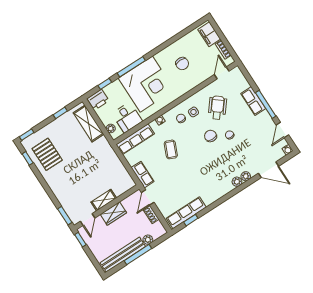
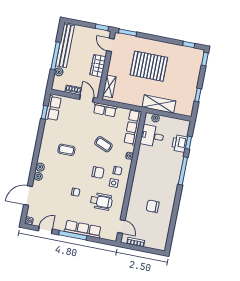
filing cabinet: (209, 34) -> (155, 243), removed
corner desk: (146, 84) -> (162, 170), removed
printer: (98, 100) -> (179, 144), moved
row of seats: (253, 101) -> (83, 229), width x1.48
wheelchair: (217, 108) -> (101, 201), turned -39
shelving: (89, 124) -> (159, 104), moved
door: (282, 130) -> (45, 230), hinge flipped
chair: (211, 136) -> (98, 172), moved
pallet: (47, 154) -> (149, 66), moved, width x1.37, depth x1.41
coffee table: (203, 174) -> (66, 150), added
shelving: (104, 200) -> (109, 86), moved
row of seats: (186, 213) -> (53, 108), width x0.68

